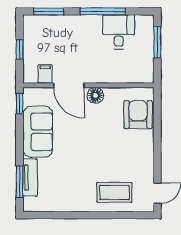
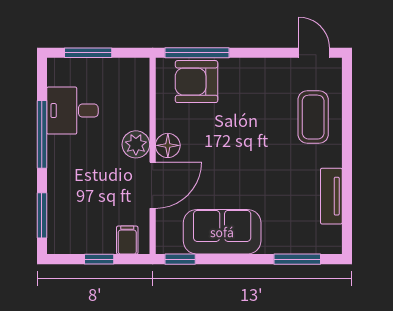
filing cabinet: (45, 74) -> (127, 240), moved, turned 90
plant: (96, 74) -> (136, 144), added
window: (157, 115) -> (197, 53), added
tv unit: (30, 178) -> (331, 196), moved, turned -90

